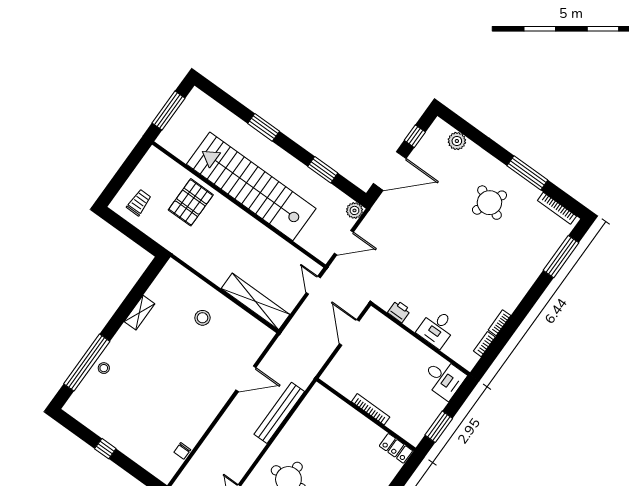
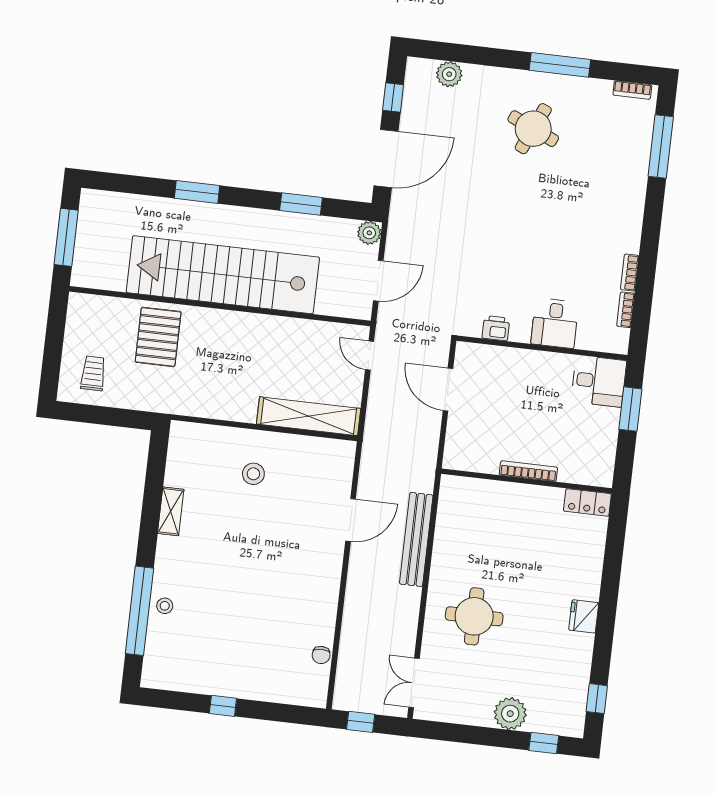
bookcase: (557, 208) -> (632, 90), width x0.64
window: (439, 427) -> (630, 409), moved

